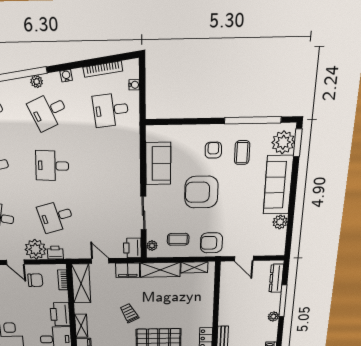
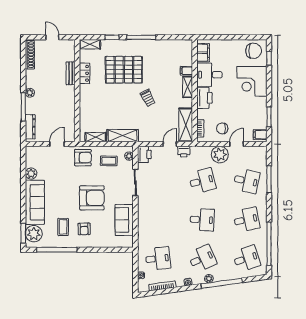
printer: (55, 253) -> (184, 152), moved
door: (244, 259) -> (57, 144), hinge flipped
door: (100, 261) -> (170, 144), swing flipped
door: (15, 262) -> (237, 144), hinge flipped
filing cabinet: (128, 270) -> (148, 136), removed

